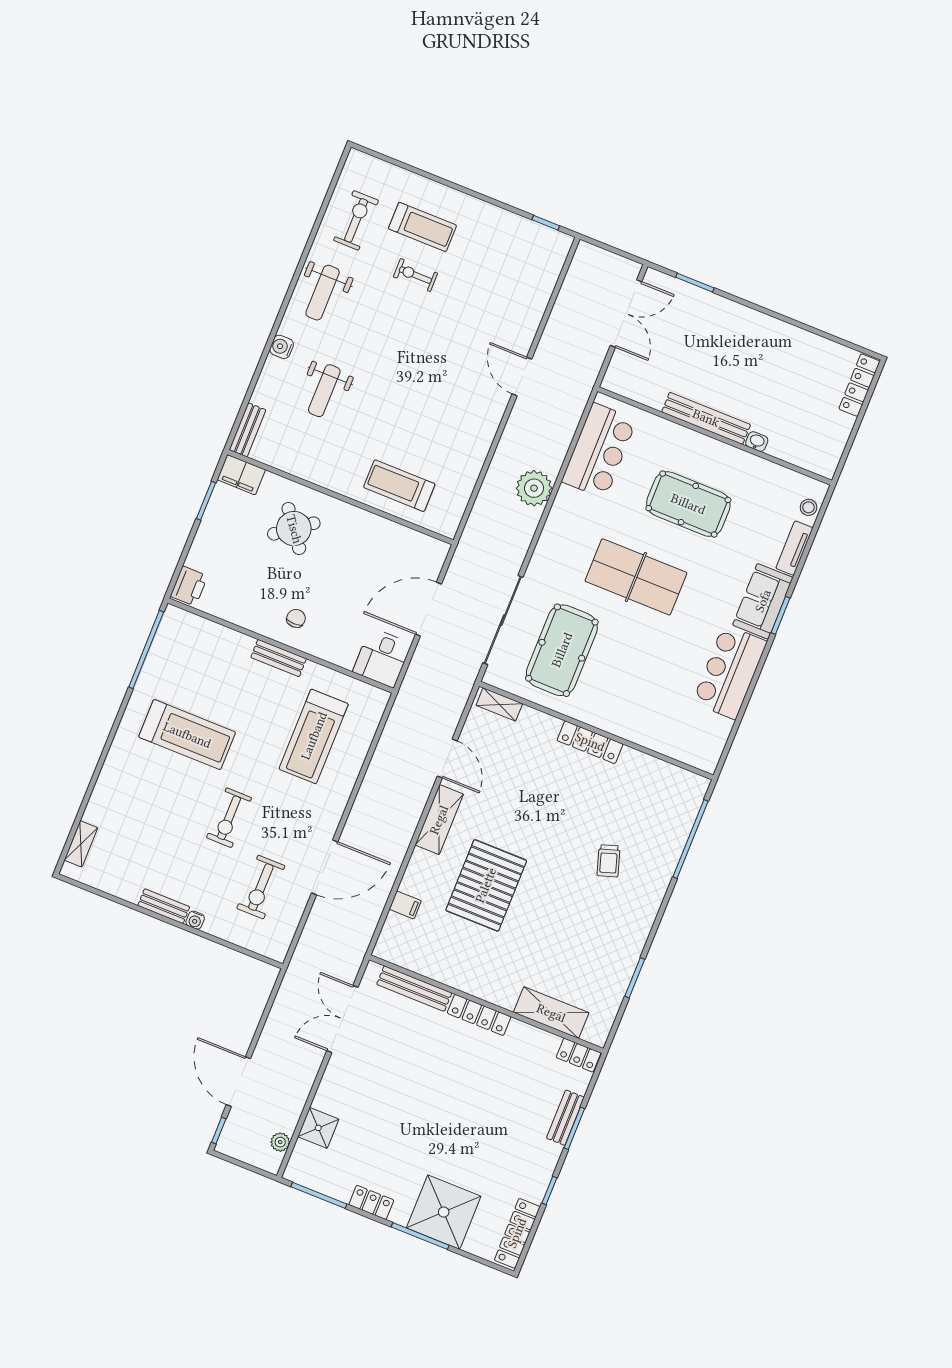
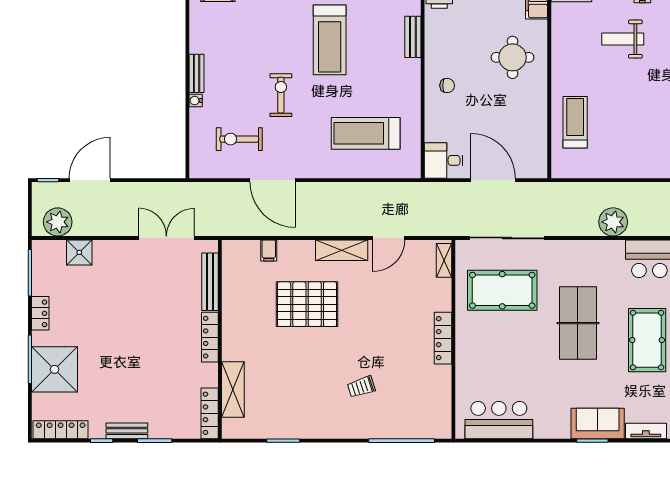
round table: (294, 529) -> (512, 57), turned 37
bench: (279, 658) -> (413, 37), moved
bar counter: (730, 672) -> (499, 420), moved
exercise bike: (229, 818) -> (281, 95), turned 90
locker: (579, 1055) -> (210, 413), width x1.53
bench: (565, 1118) -> (127, 431), moved
plant: (280, 1142) -> (58, 222), width x1.87, depth x1.87

